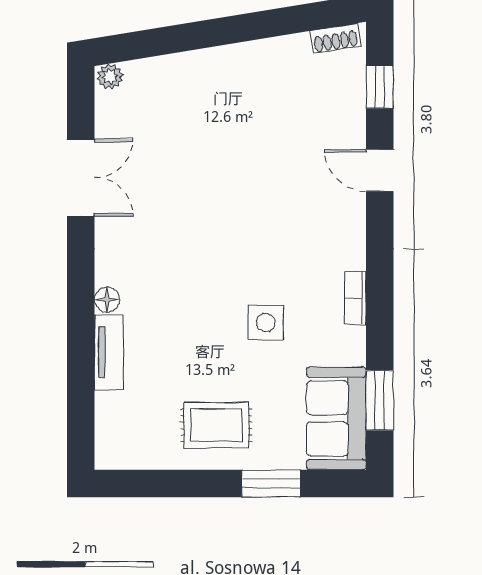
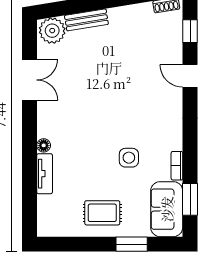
bench: (187, 66) -> (86, 20), added
plant: (110, 77) -> (52, 31), width x1.88, depth x1.88
bookcase: (355, 298) -> (177, 166), moved

